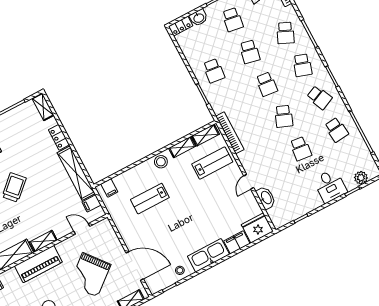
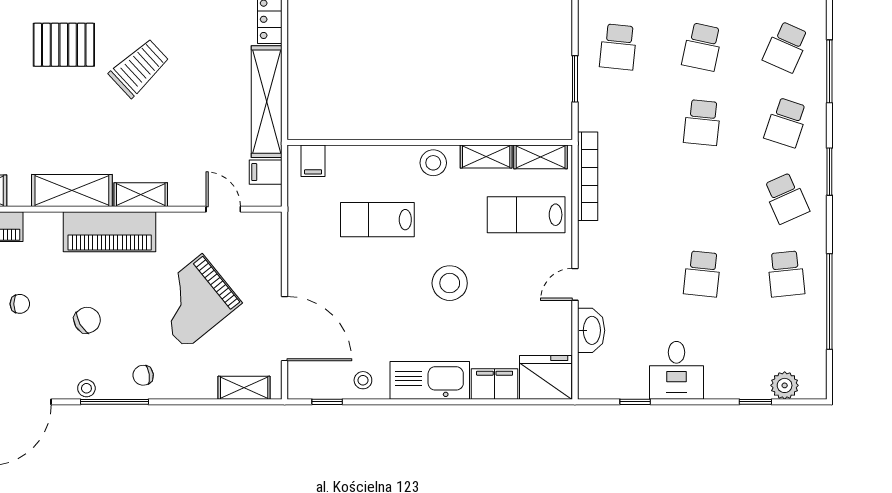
school desk: (284, 116) -> (702, 198), removed
lab bench: (212, 163) -> (526, 215), turned 180
desk: (330, 186) -> (676, 370), moved
stool: (195, 209) -> (450, 283), added

